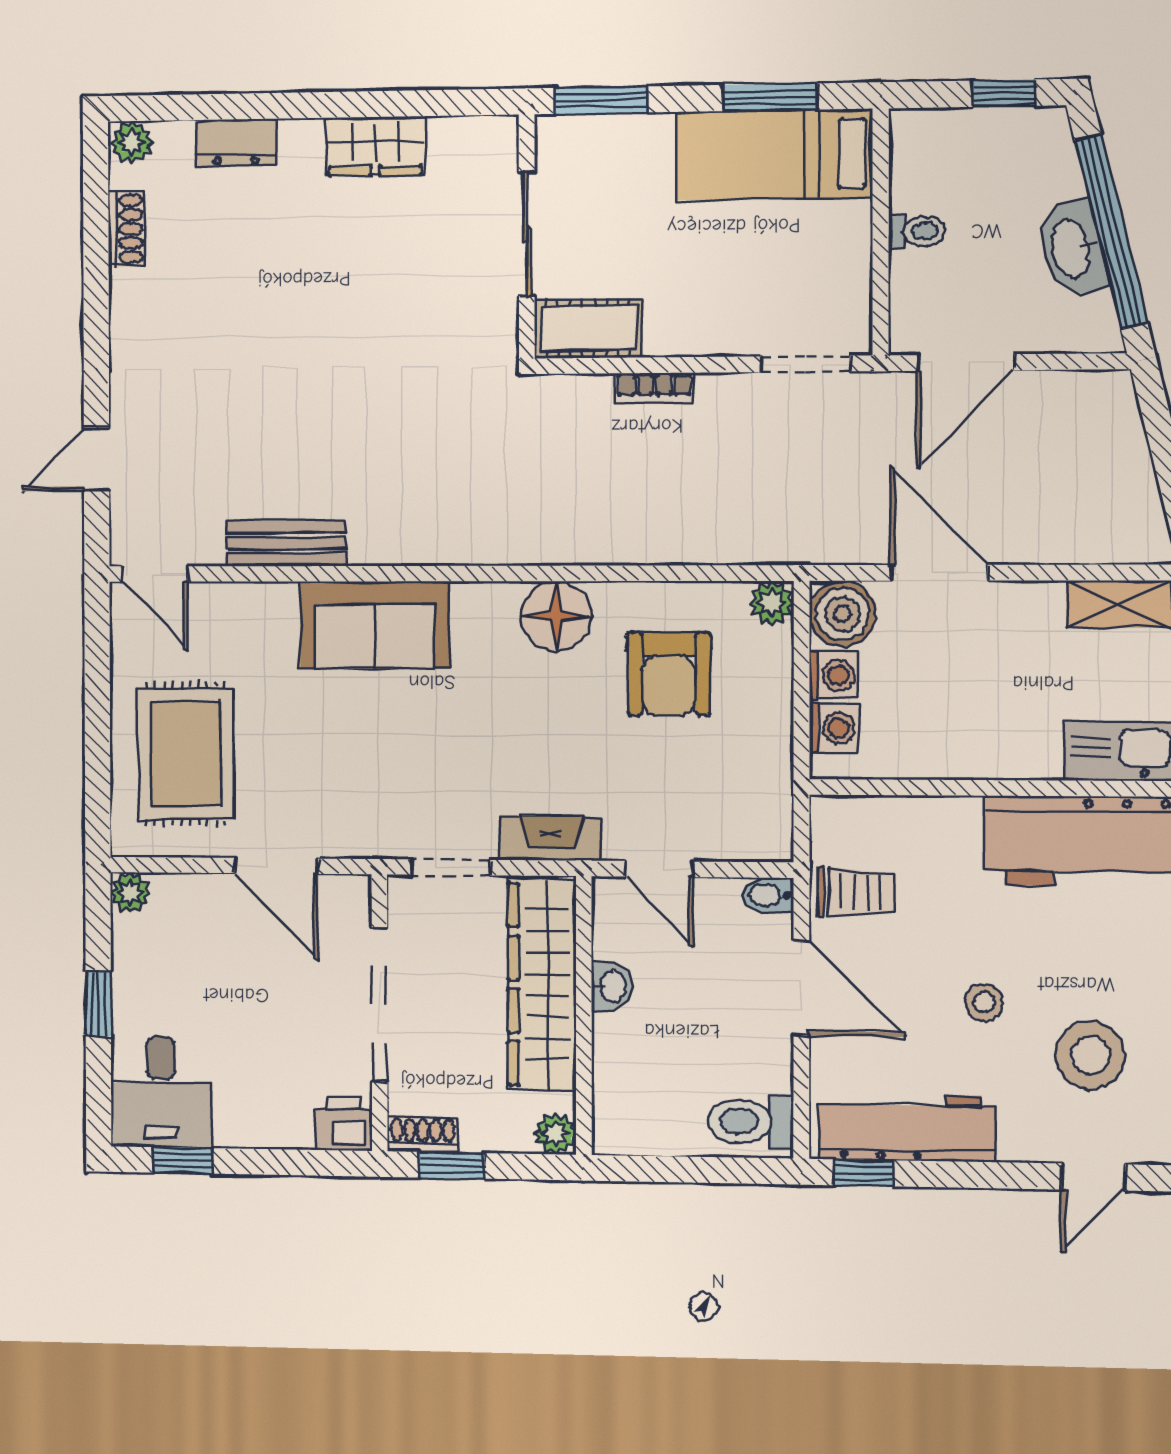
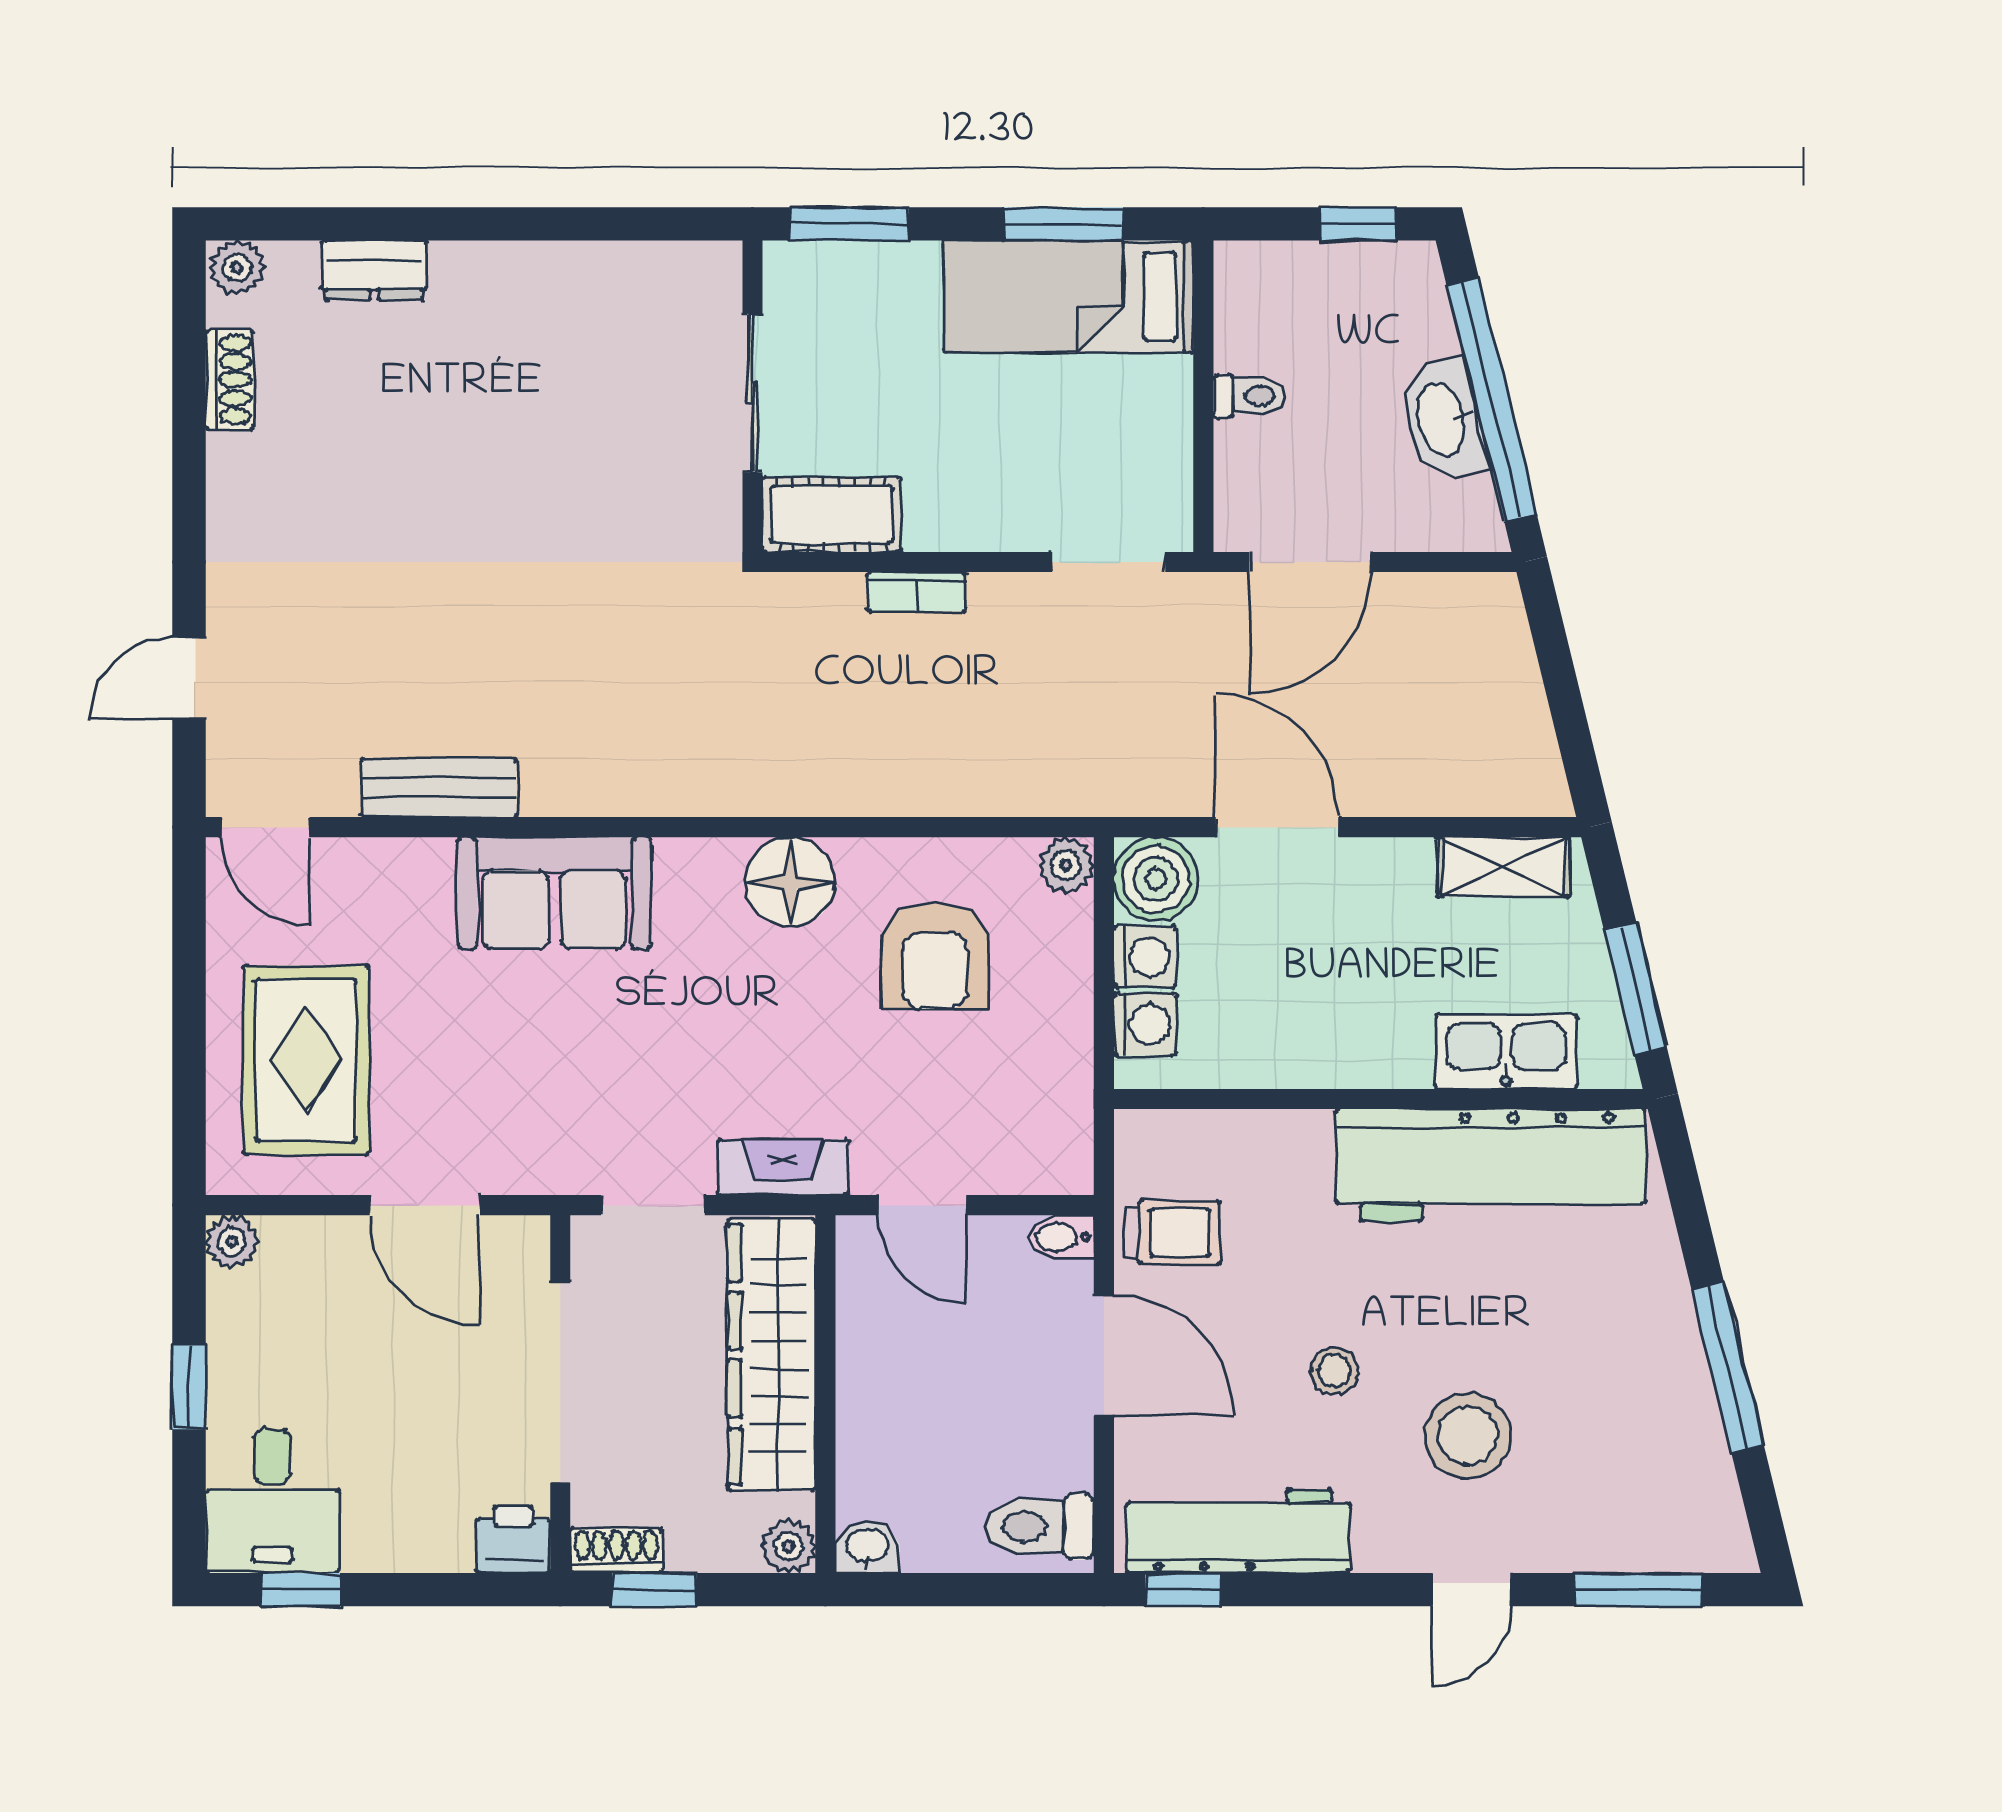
wardrobe: (375, 146) -> (556, 278), removed
washbasin: (612, 986) -> (868, 1547), moved, turned -90

